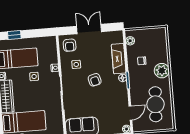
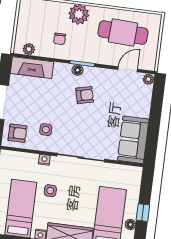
fireplace: (119, 59) -> (32, 68), moved
armchair: (95, 80) -> (85, 95), moved
door: (130, 113) -> (128, 69), hinge flipped

